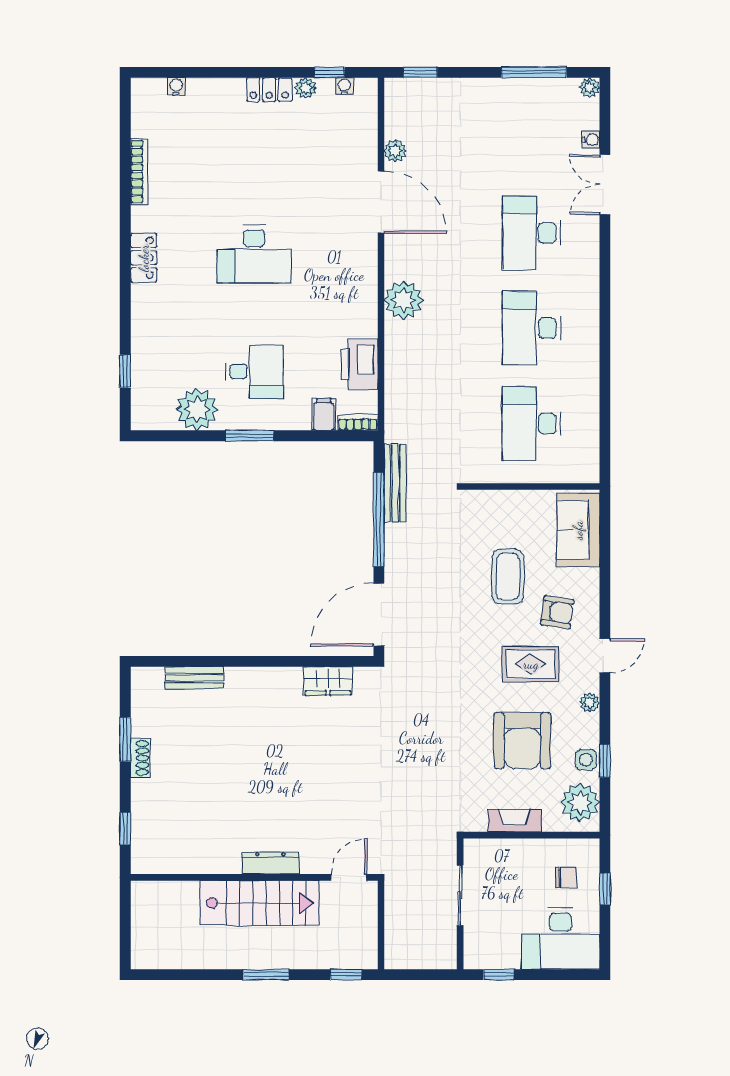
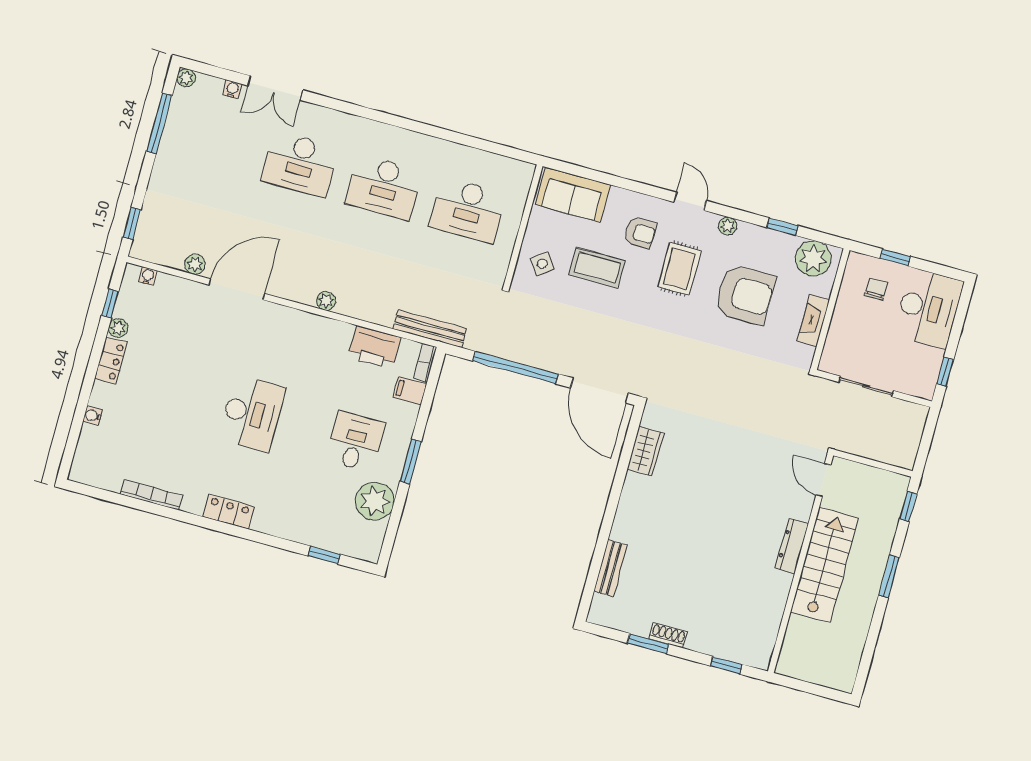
water cooler: (176, 86) -> (93, 416), moved
water cooler: (344, 86) -> (148, 276), moved, turned 90
plant: (404, 300) -> (326, 301), width x0.53, depth x0.53
bench: (395, 483) -> (430, 329), moved
armchair: (557, 612) -> (640, 233), turned 82
side table: (586, 760) -> (542, 264), moved, turned -37

